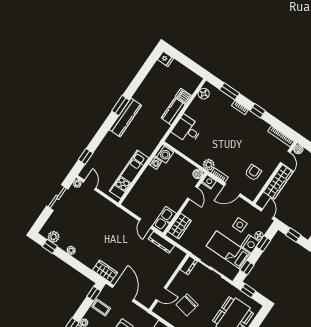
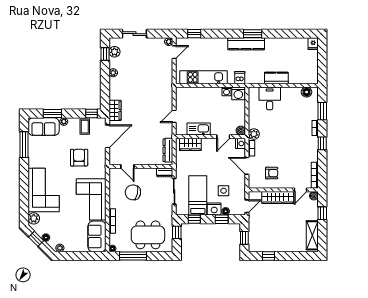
dishwasher: (183, 96) -> (240, 78), moved
sliding door: (57, 197) -> (134, 34), moved
kitchen sink: (164, 220) -> (199, 129), moved
dresser: (161, 242) -> (168, 150), moved

